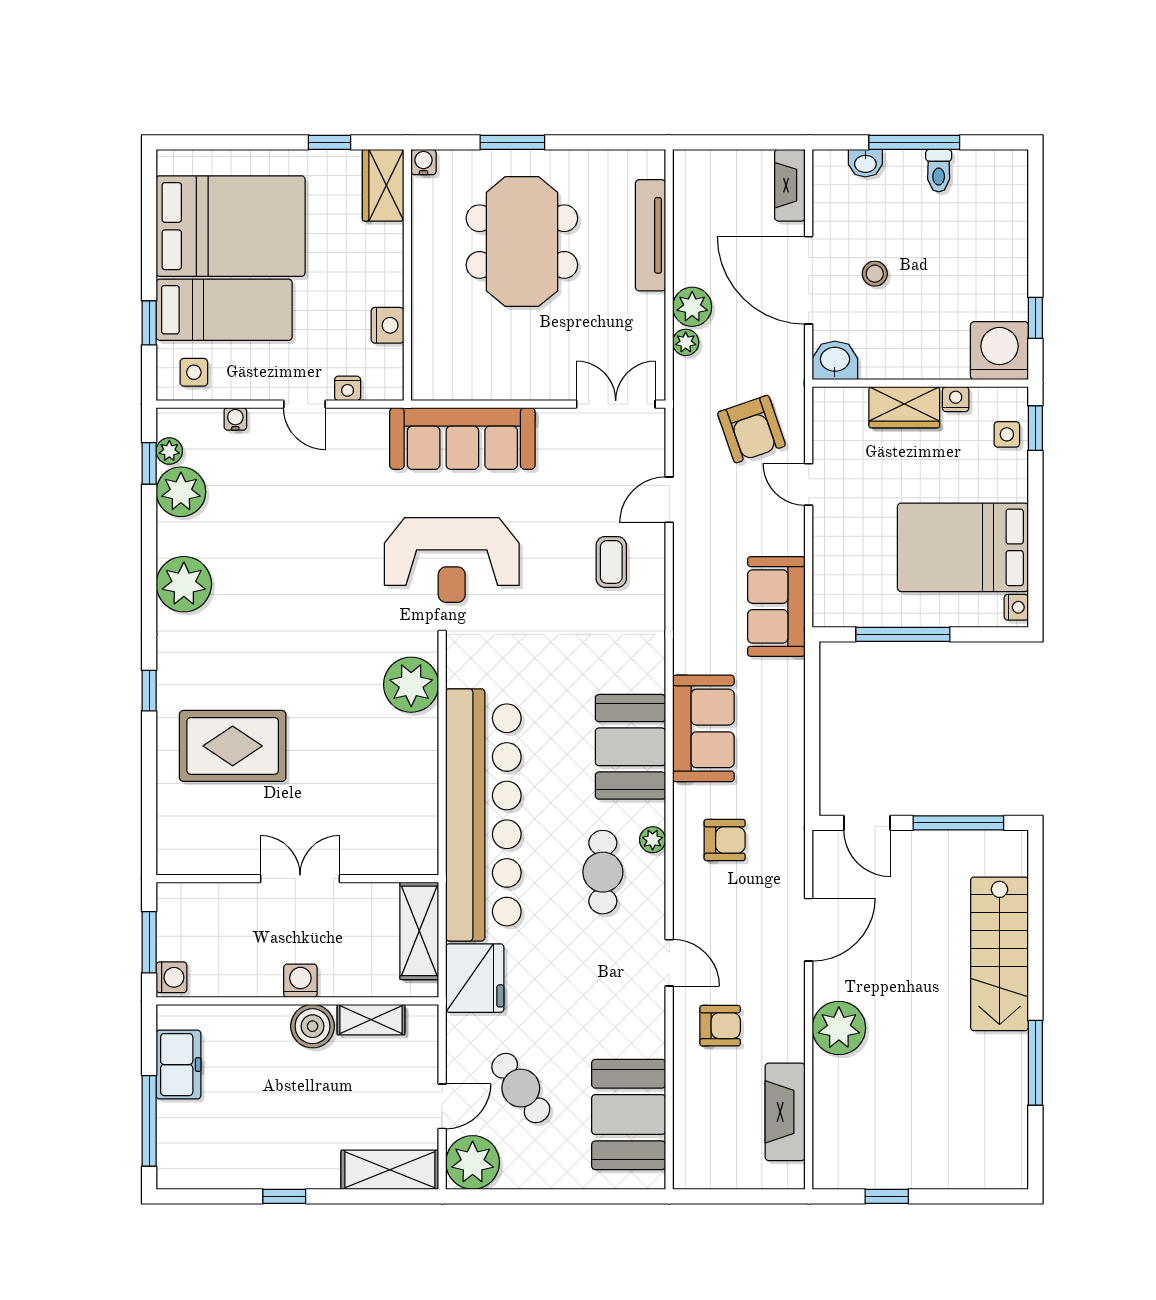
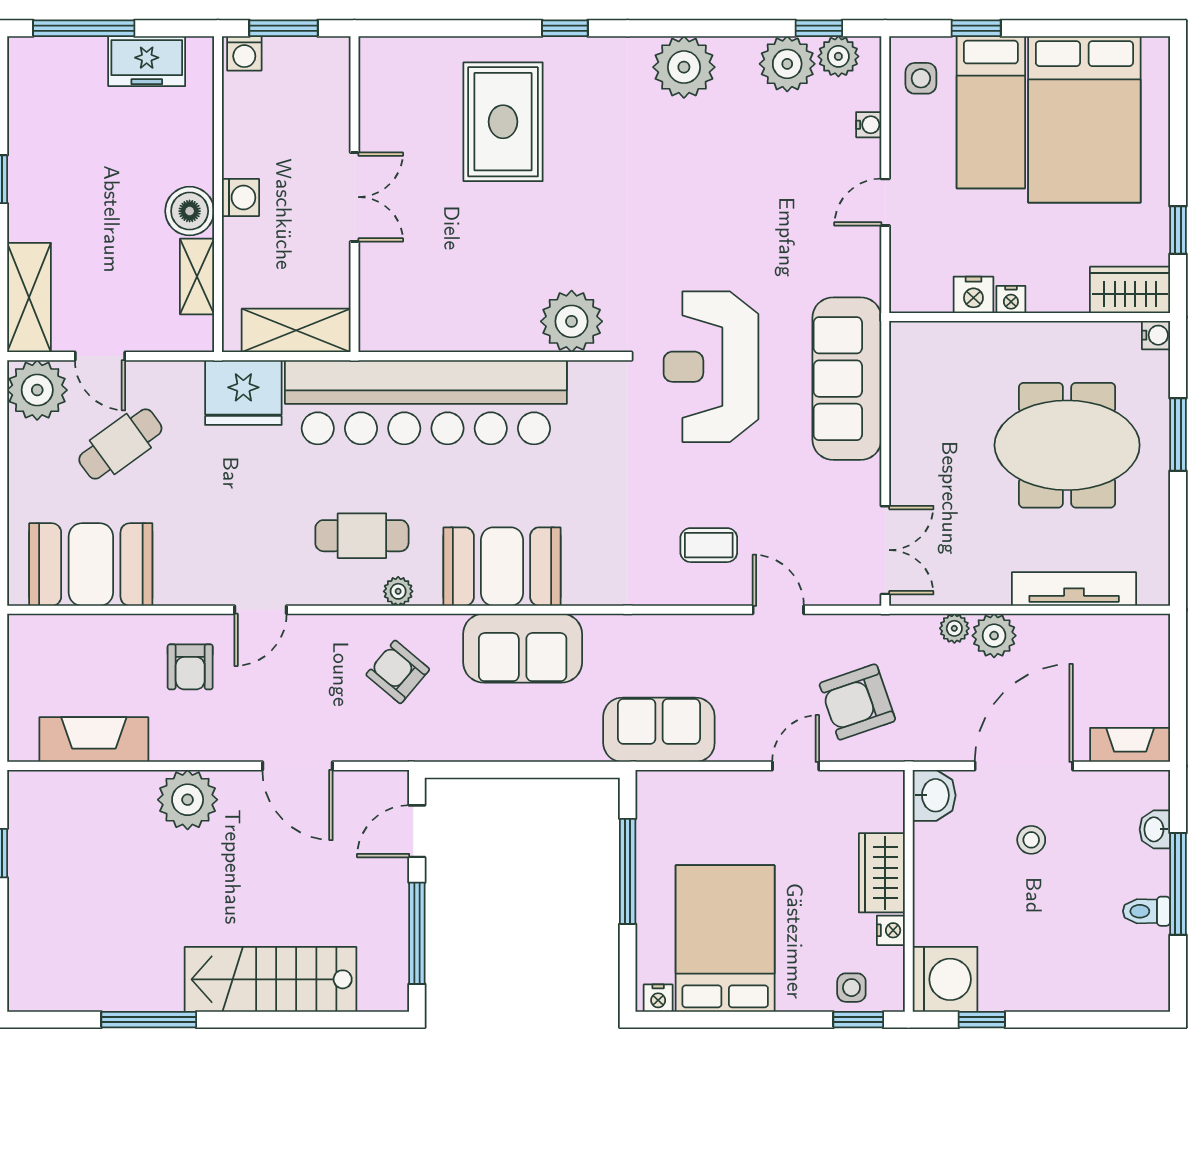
nightstand: (348, 388) -> (1011, 299), moved, turned -90
plant: (169, 451) -> (838, 56), width x1.38, depth x1.38
armchair: (725, 840) -> (398, 672), turned 130

